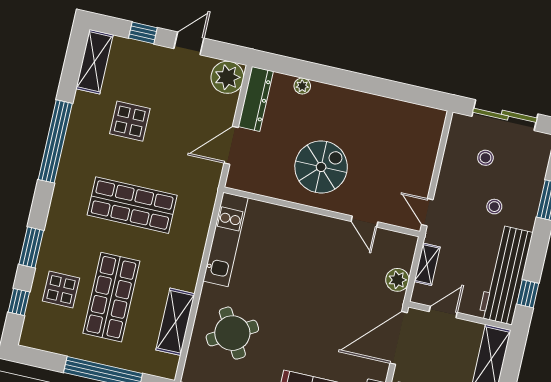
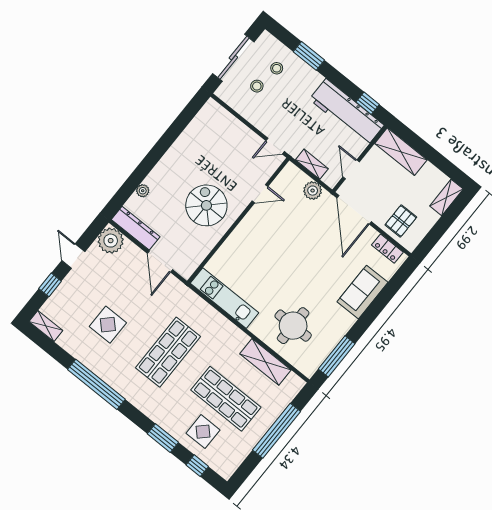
shelving: (94, 62) -> (46, 326), width x0.67, depth x0.75
stool: (494, 207) -> (277, 68), moved
round table: (232, 333) -> (293, 326), turned 30

